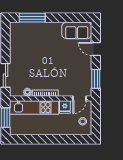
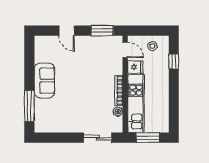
sofa: (77, 30) -> (45, 81), moved
door: (96, 49) -> (67, 31), hinge flipped
window: (70, 139) -> (174, 62), added

